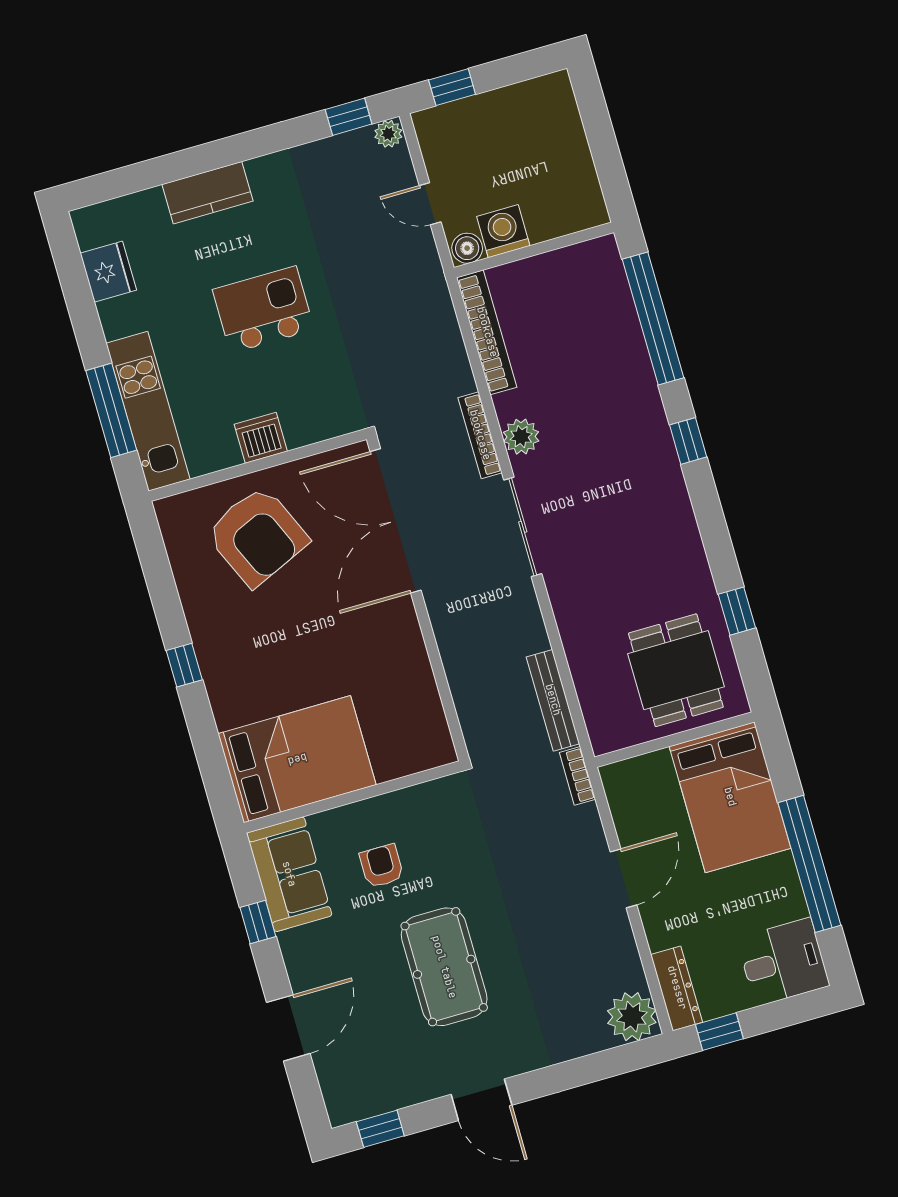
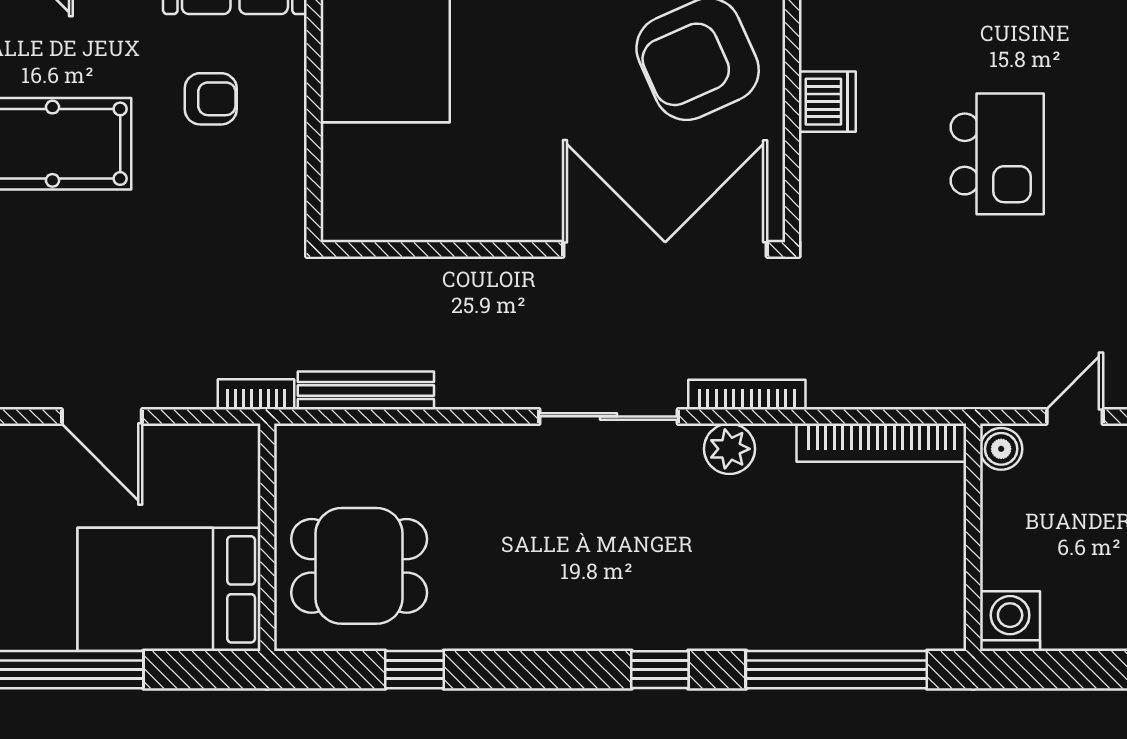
washing machine: (503, 231) -> (1010, 621), moved, turned -90

